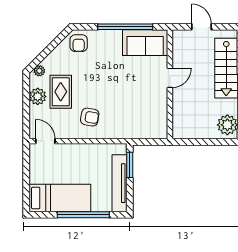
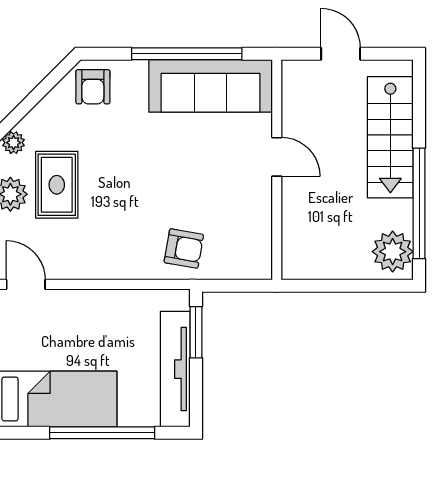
sofa: (145, 43) -> (211, 86), width x1.36
door: (170, 78) -> (277, 157), hinge flipped
armchair: (90, 117) -> (184, 249), moved

